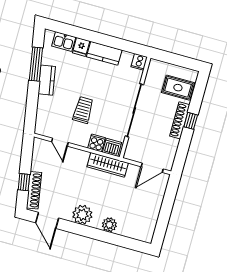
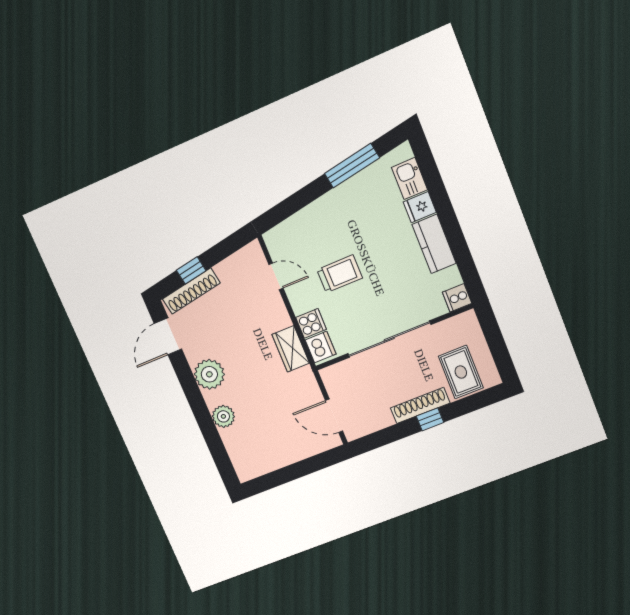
kitchen counter: (47, 80) -> (342, 197), removed
door: (60, 142) -> (276, 276), swing flipped
wardrobe: (108, 165) -> (291, 349), width x0.67

